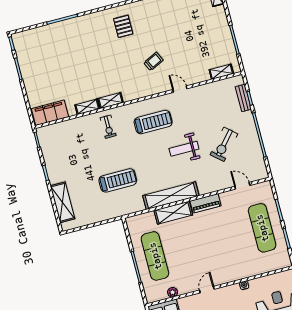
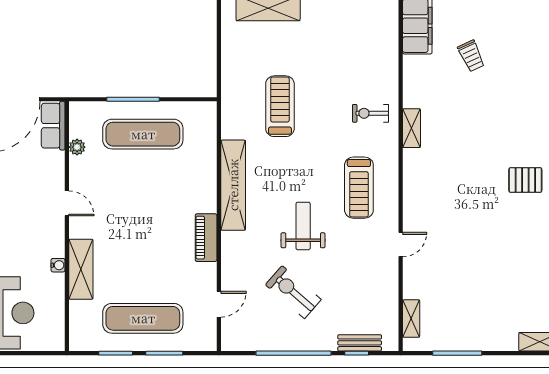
trolley: (153, 61) -> (471, 56), moved
shelving: (87, 107) -> (411, 88), removed
treadmill: (118, 180) -> (280, 106), turned 180
shelving: (173, 213) -> (81, 269), moved

